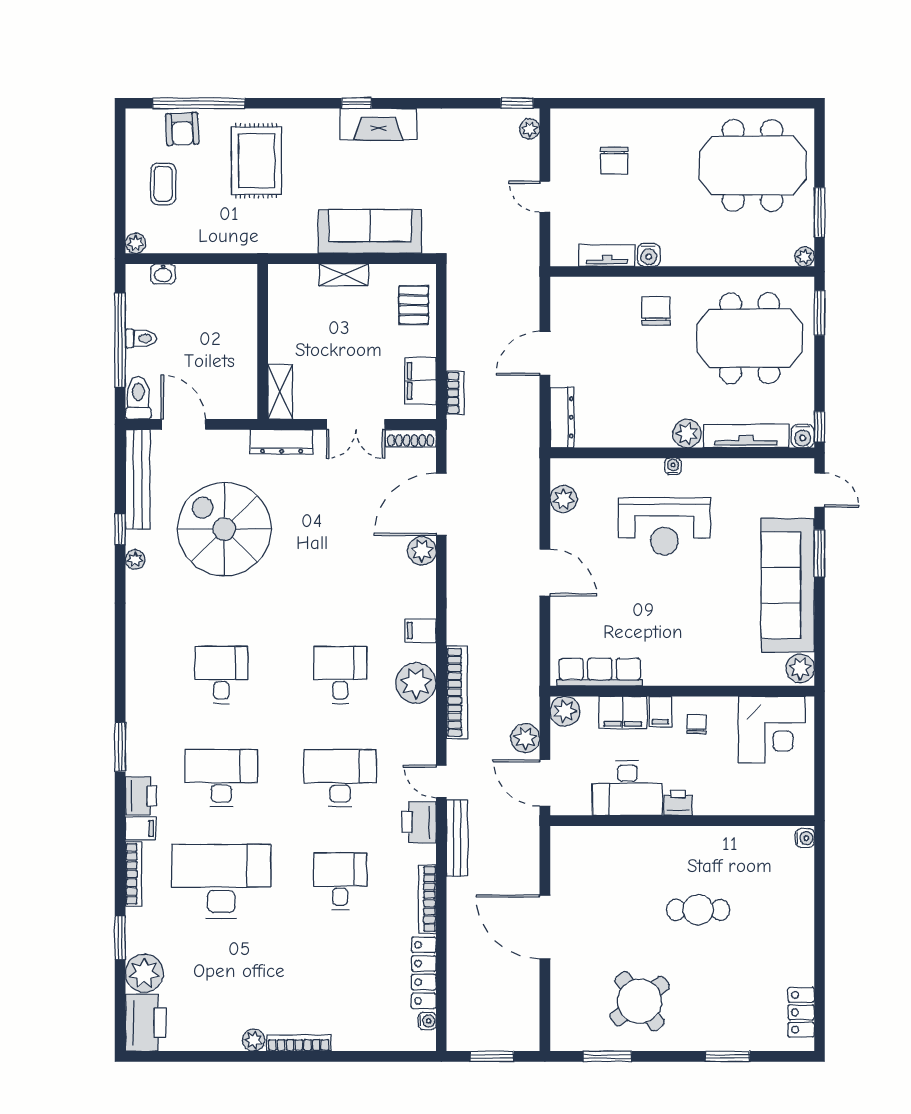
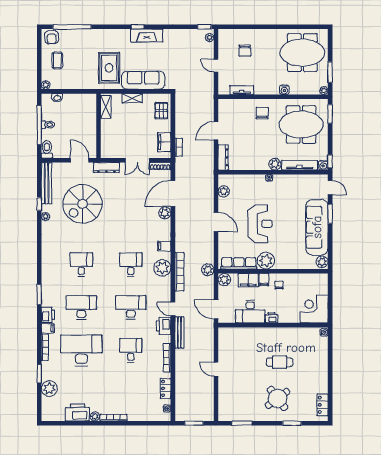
armchair: (182, 129) -> (52, 37), moved
rug: (256, 161) -> (109, 68), moved
water cooler: (649, 255) -> (284, 90), moved
shelving: (280, 392) -> (106, 107), moved
door: (183, 424) -> (80, 160), moved
reception desk: (664, 526) -> (260, 224), moved, turned -90
spiral stairs: (224, 529) -> (83, 204), turned -90
plant: (665, 666) -> (266, 261), added
corner desk: (772, 730) -> (314, 309), moved, turned 180
plant: (525, 738) -> (208, 270), moved
door: (545, 927) -> (216, 369), width x0.53
locker: (424, 973) -> (166, 388), width x0.66
round table: (640, 1001) -> (278, 398), moved
printer: (146, 1023) -> (77, 412), moved, turned -90

